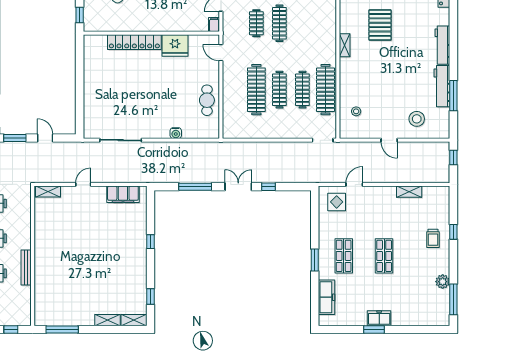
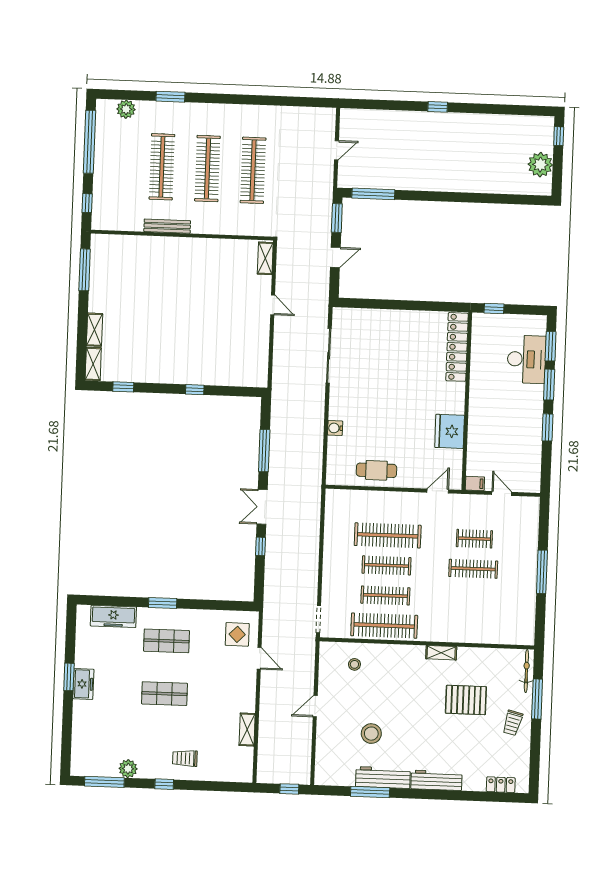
locker: (134, 42) -> (457, 347), moved
stool: (417, 119) -> (371, 734), moved
double door: (238, 187) -> (262, 507), swing flipped
filing cabinet: (123, 194) -> (258, 356), removed
window: (453, 232) -> (164, 784), moved

